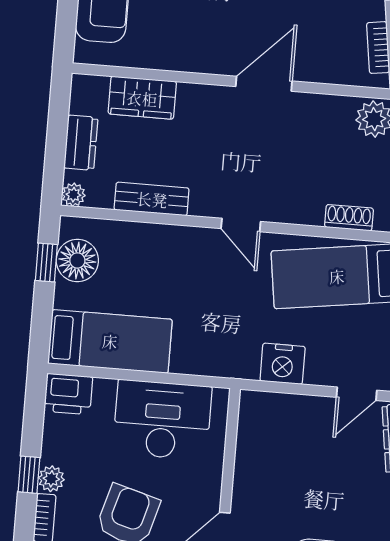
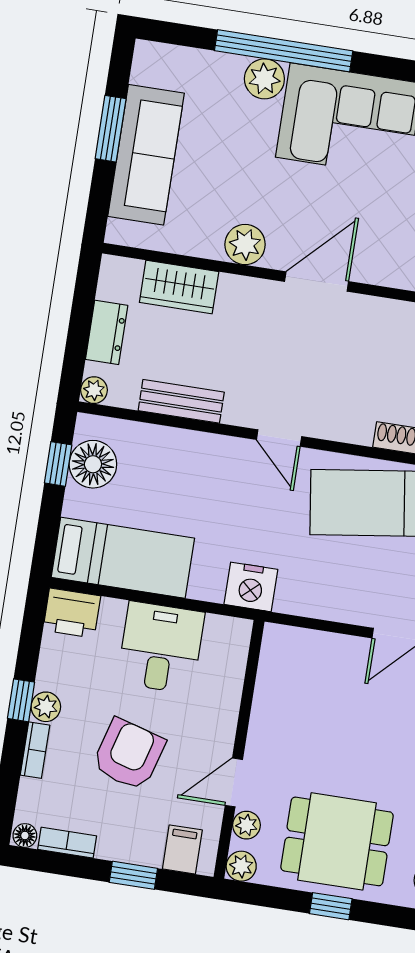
plant: (198, 56) -> (245, 244), added
nightstand: (283, 364) -> (251, 587), moved
desk: (162, 420) -> (161, 648), width x0.73

